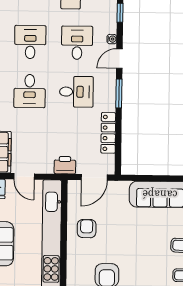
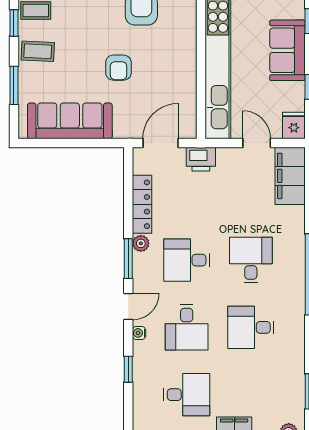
desk: (30, 42) -> (251, 327), turned 90
plant: (110, 104) -> (141, 243), added
armchair: (87, 229) -> (118, 68), moved

